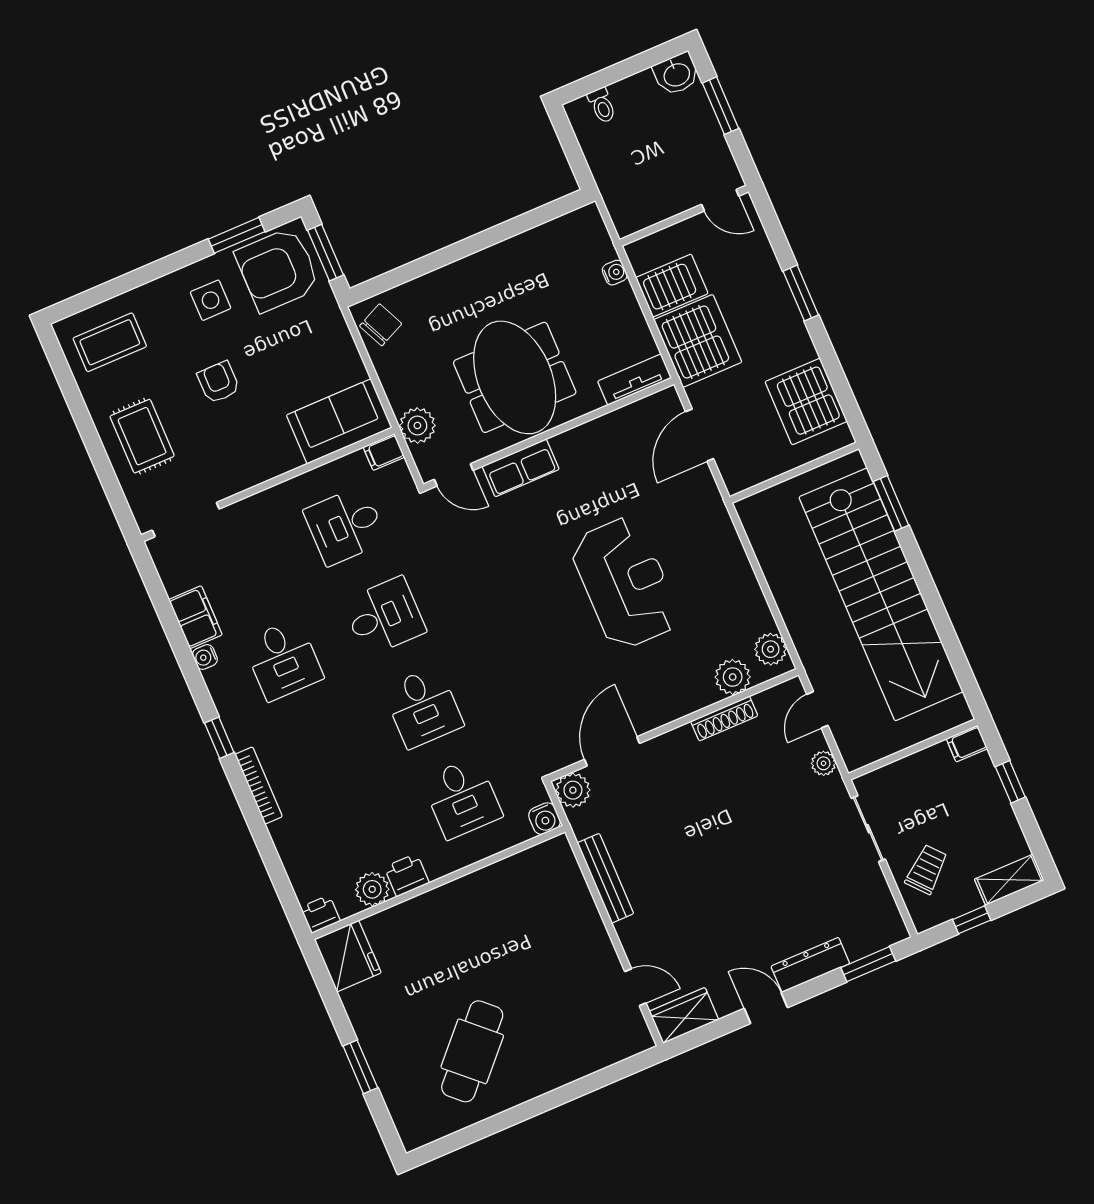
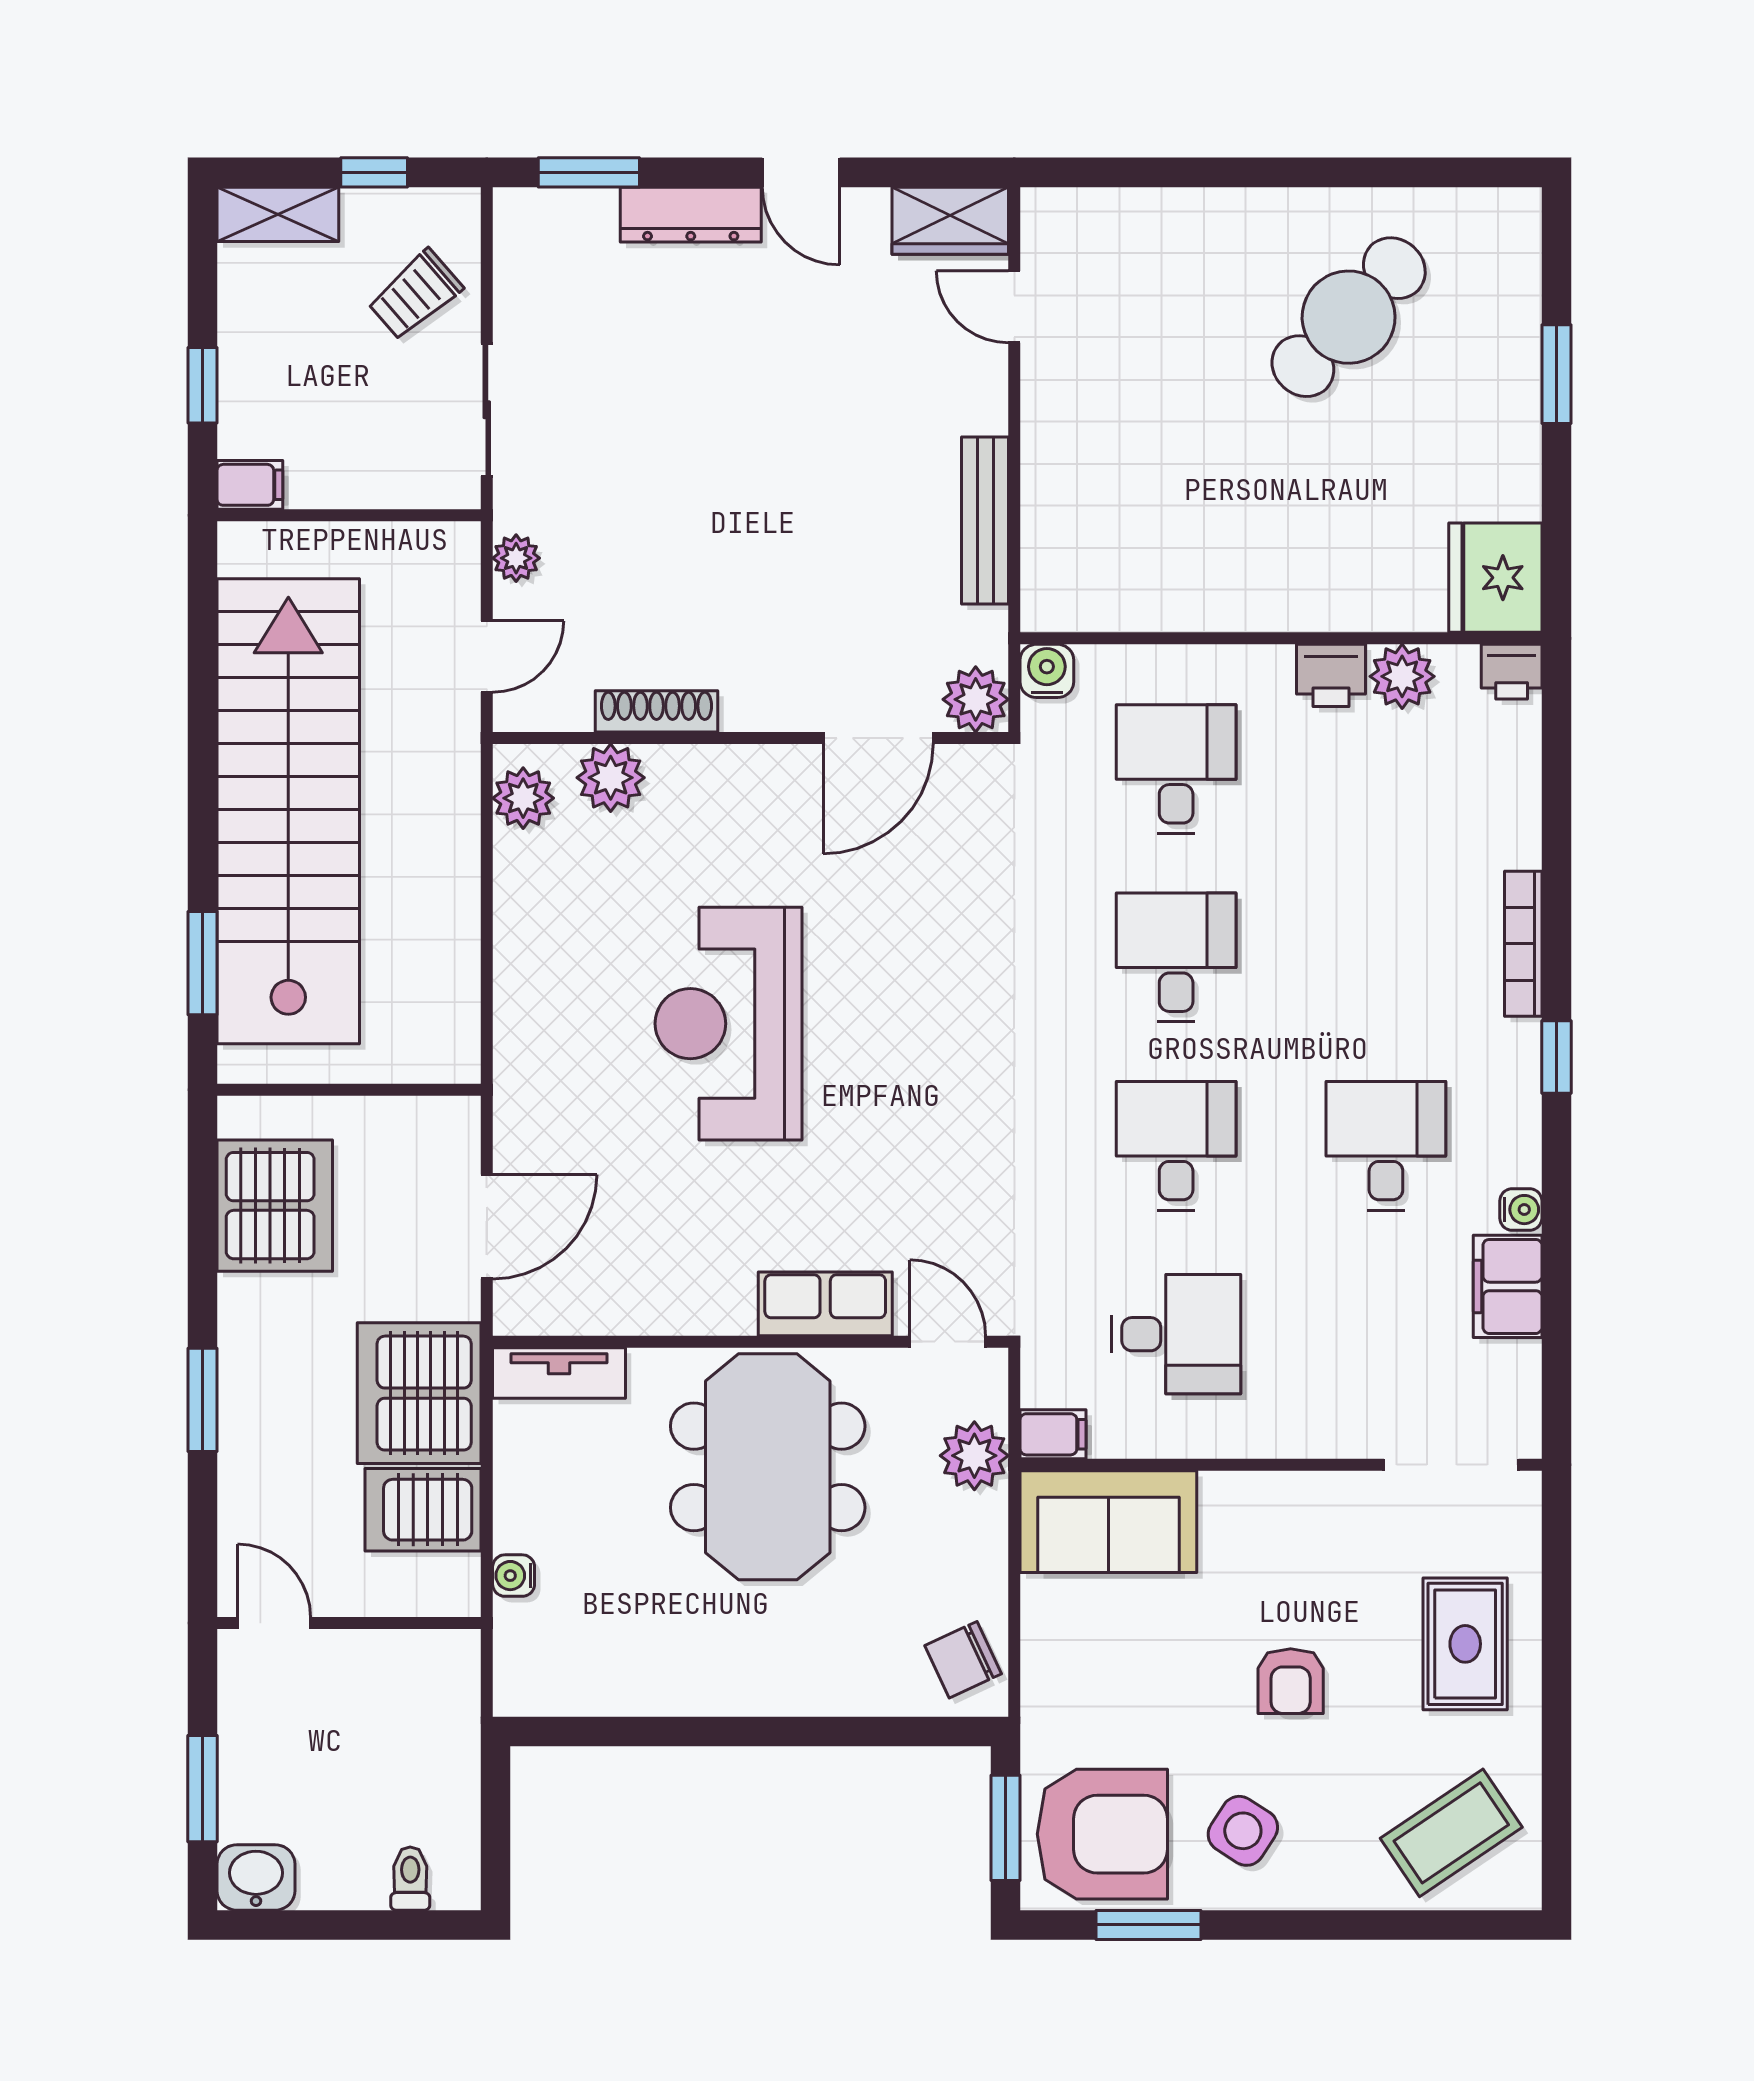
side table: (211, 300) -> (1243, 1831), turned 33
coffee table: (110, 342) -> (1451, 1833), turned -34
desk: (384, 616) -> (1176, 1146), turned 90

